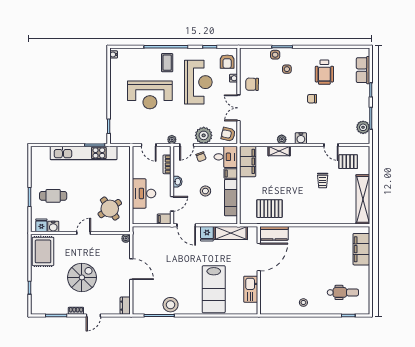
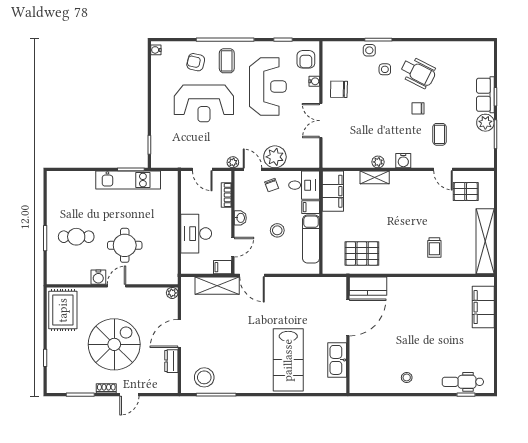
row of seats: (363, 70) -> (485, 95), moved
wheelchair: (324, 72) -> (418, 72), moved, turned -63
coffee table: (328, 118) -> (440, 134), added
plant: (363, 127) -> (485, 123), moved
armchair: (228, 134) -> (196, 62), moved
door: (187, 145) -> (253, 169), swing flipped
kitchen unit: (84, 153) -> (128, 180), width x0.73
trolley: (323, 180) -> (434, 247), moved
round table: (110, 209) -> (125, 245), moved, turned 35
fridge: (41, 225) -> (61, 276), removed
water cooler: (53, 226) -> (98, 277), moved
shelving: (231, 233) -> (217, 286), moved
fridge: (207, 234) -> (279, 287), removed
door: (131, 269) -> (179, 333), swing flipped
spiral stairs: (82, 277) -> (114, 344), width x1.37, depth x1.37
dental chair: (343, 292) -> (463, 382), moved, turned 180
stool: (171, 305) -> (204, 377), moved
dresser: (125, 306) -> (171, 361), moved

